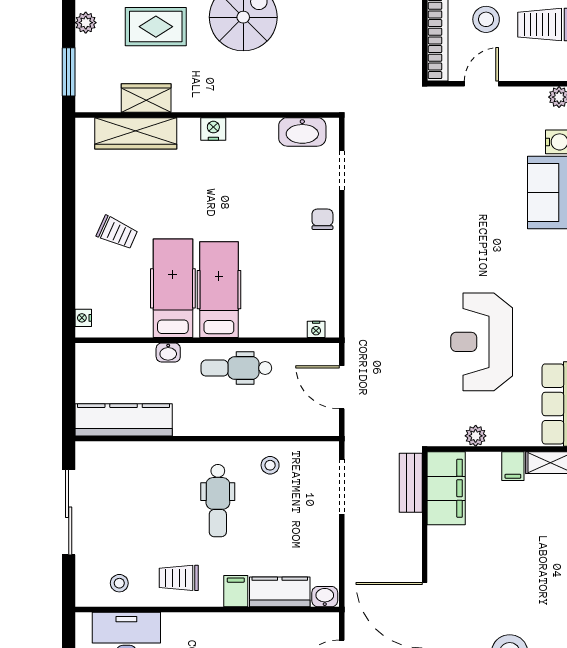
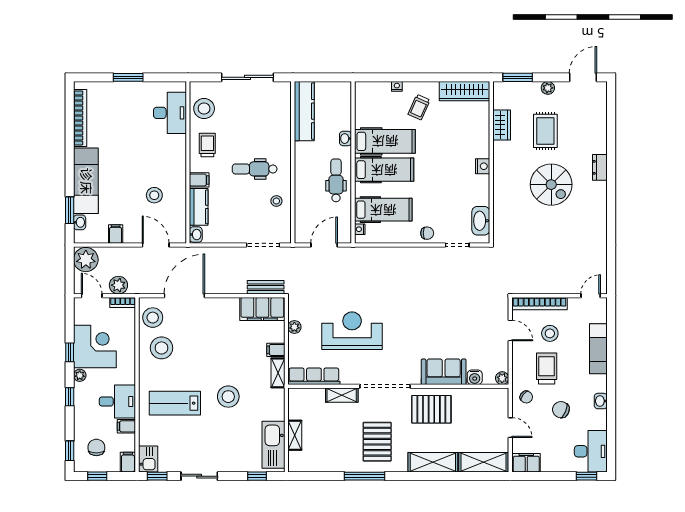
wardrobe: (136, 133) -> (465, 91), moved, turned -90
hospital bed: (284, 291) -> (383, 210), added
nightstand: (83, 318) -> (397, 86), moved
stool: (119, 583) -> (204, 109), width x1.89, depth x1.89

